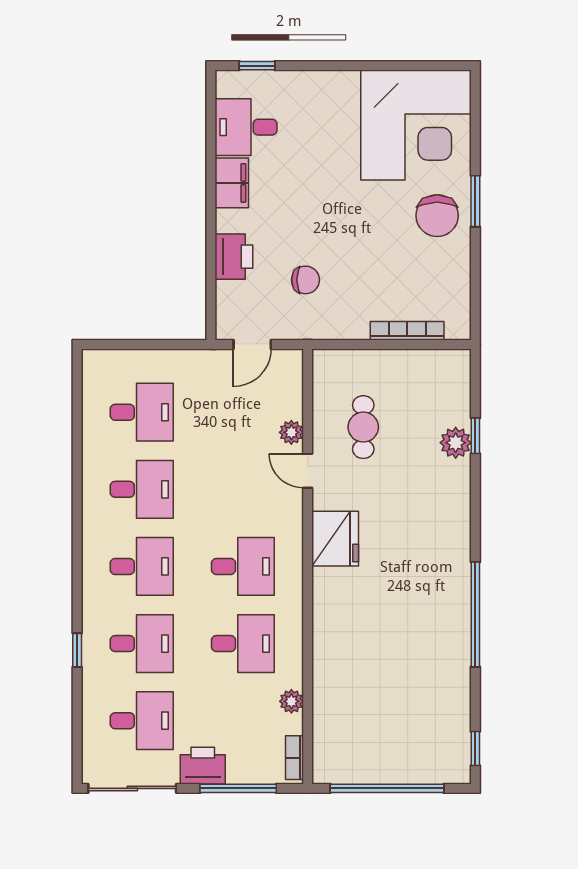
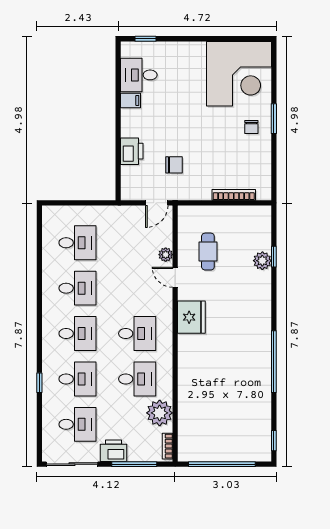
filing cabinet: (232, 183) -> (131, 100), width x0.50
chair: (437, 216) -> (251, 127), width x0.54, depth x0.54
door: (252, 344) -> (157, 203), moved
plant: (291, 701) -> (160, 413), width x1.88, depth x1.88

